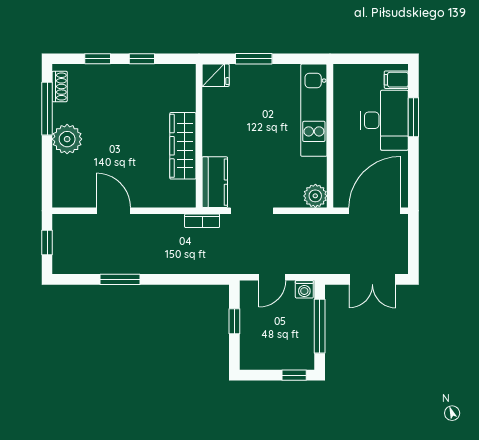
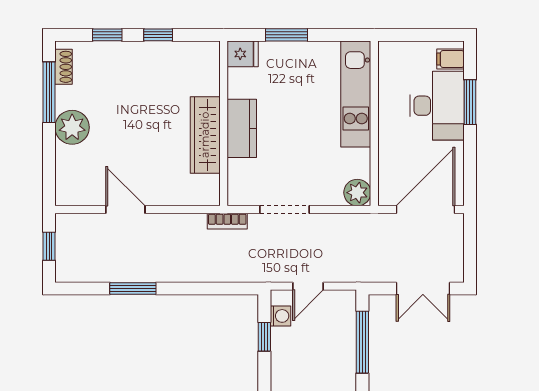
kitchen counter: (215, 182) -> (242, 128), moved
washing machine: (304, 289) -> (280, 316), moved, turned -90

